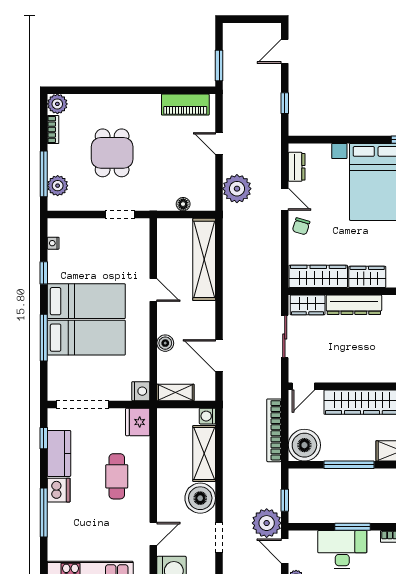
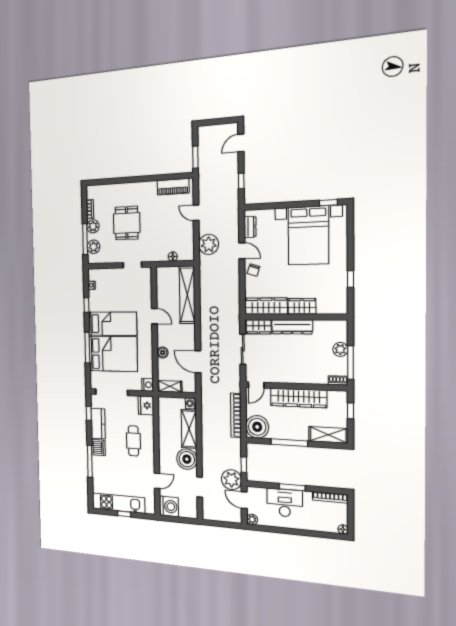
plant: (57, 104) -> (93, 226), moved
bed: (86, 338) -> (113, 354), width x1.50

